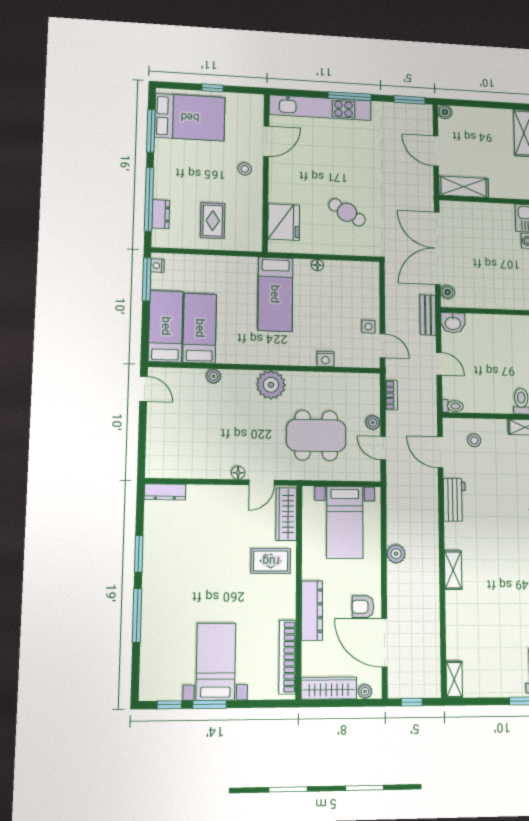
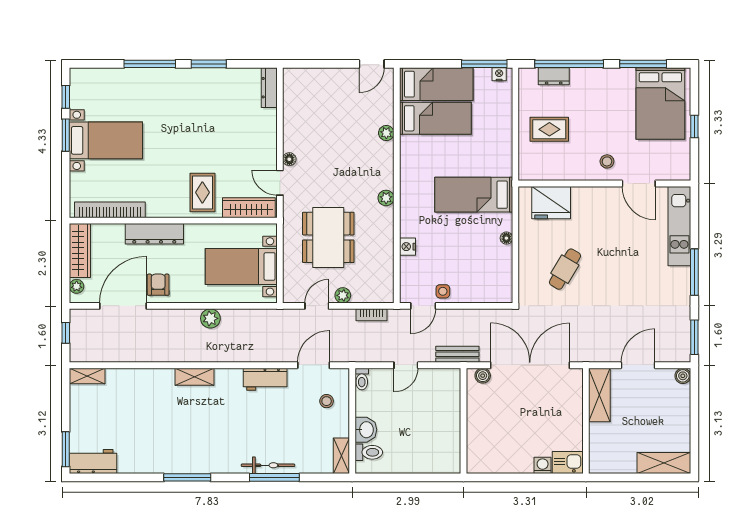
kitchen unit: (320, 108) -> (679, 226), width x0.73
washbasin: (453, 323) -> (366, 430), moved, turned 180
plant: (271, 385) -> (386, 198), width x0.53, depth x0.53

